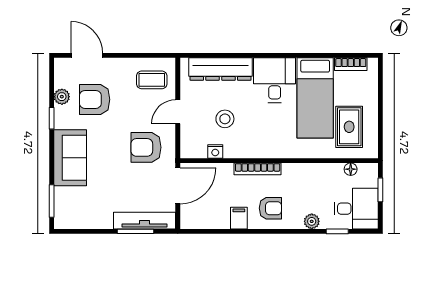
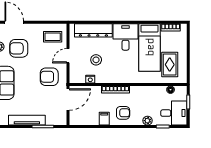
tv unit: (145, 221) -> (27, 120), moved

